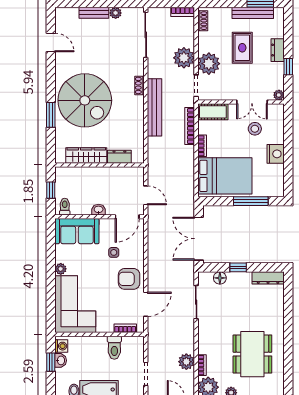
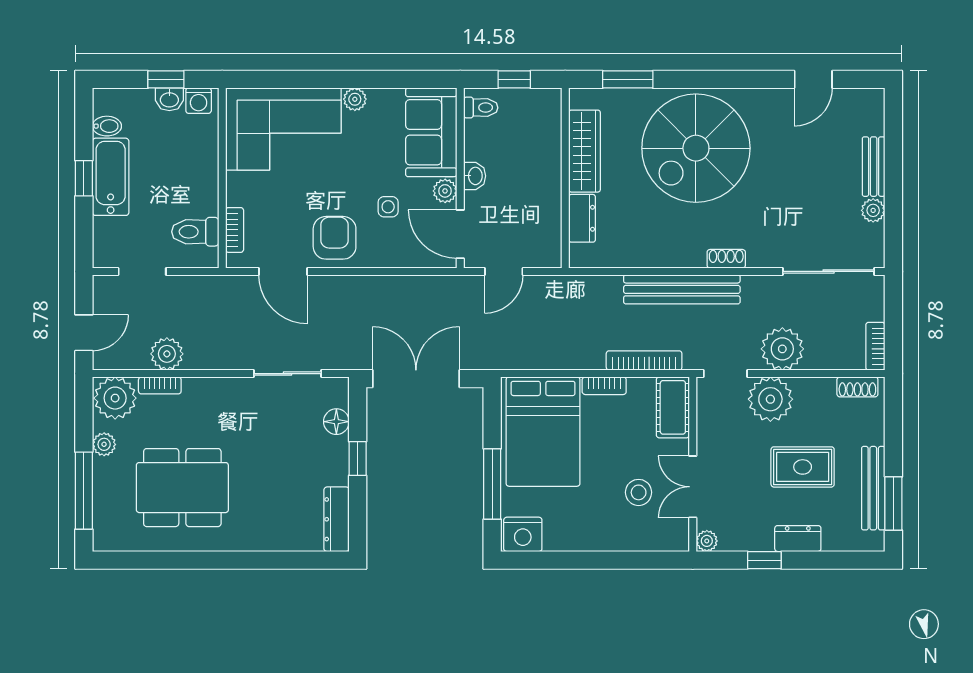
window: (51, 115) -> (628, 79), moved
nightstand: (276, 154) -> (523, 534), moved
plant: (106, 224) -> (445, 191), added
toilet: (114, 348) -> (195, 232), moved

